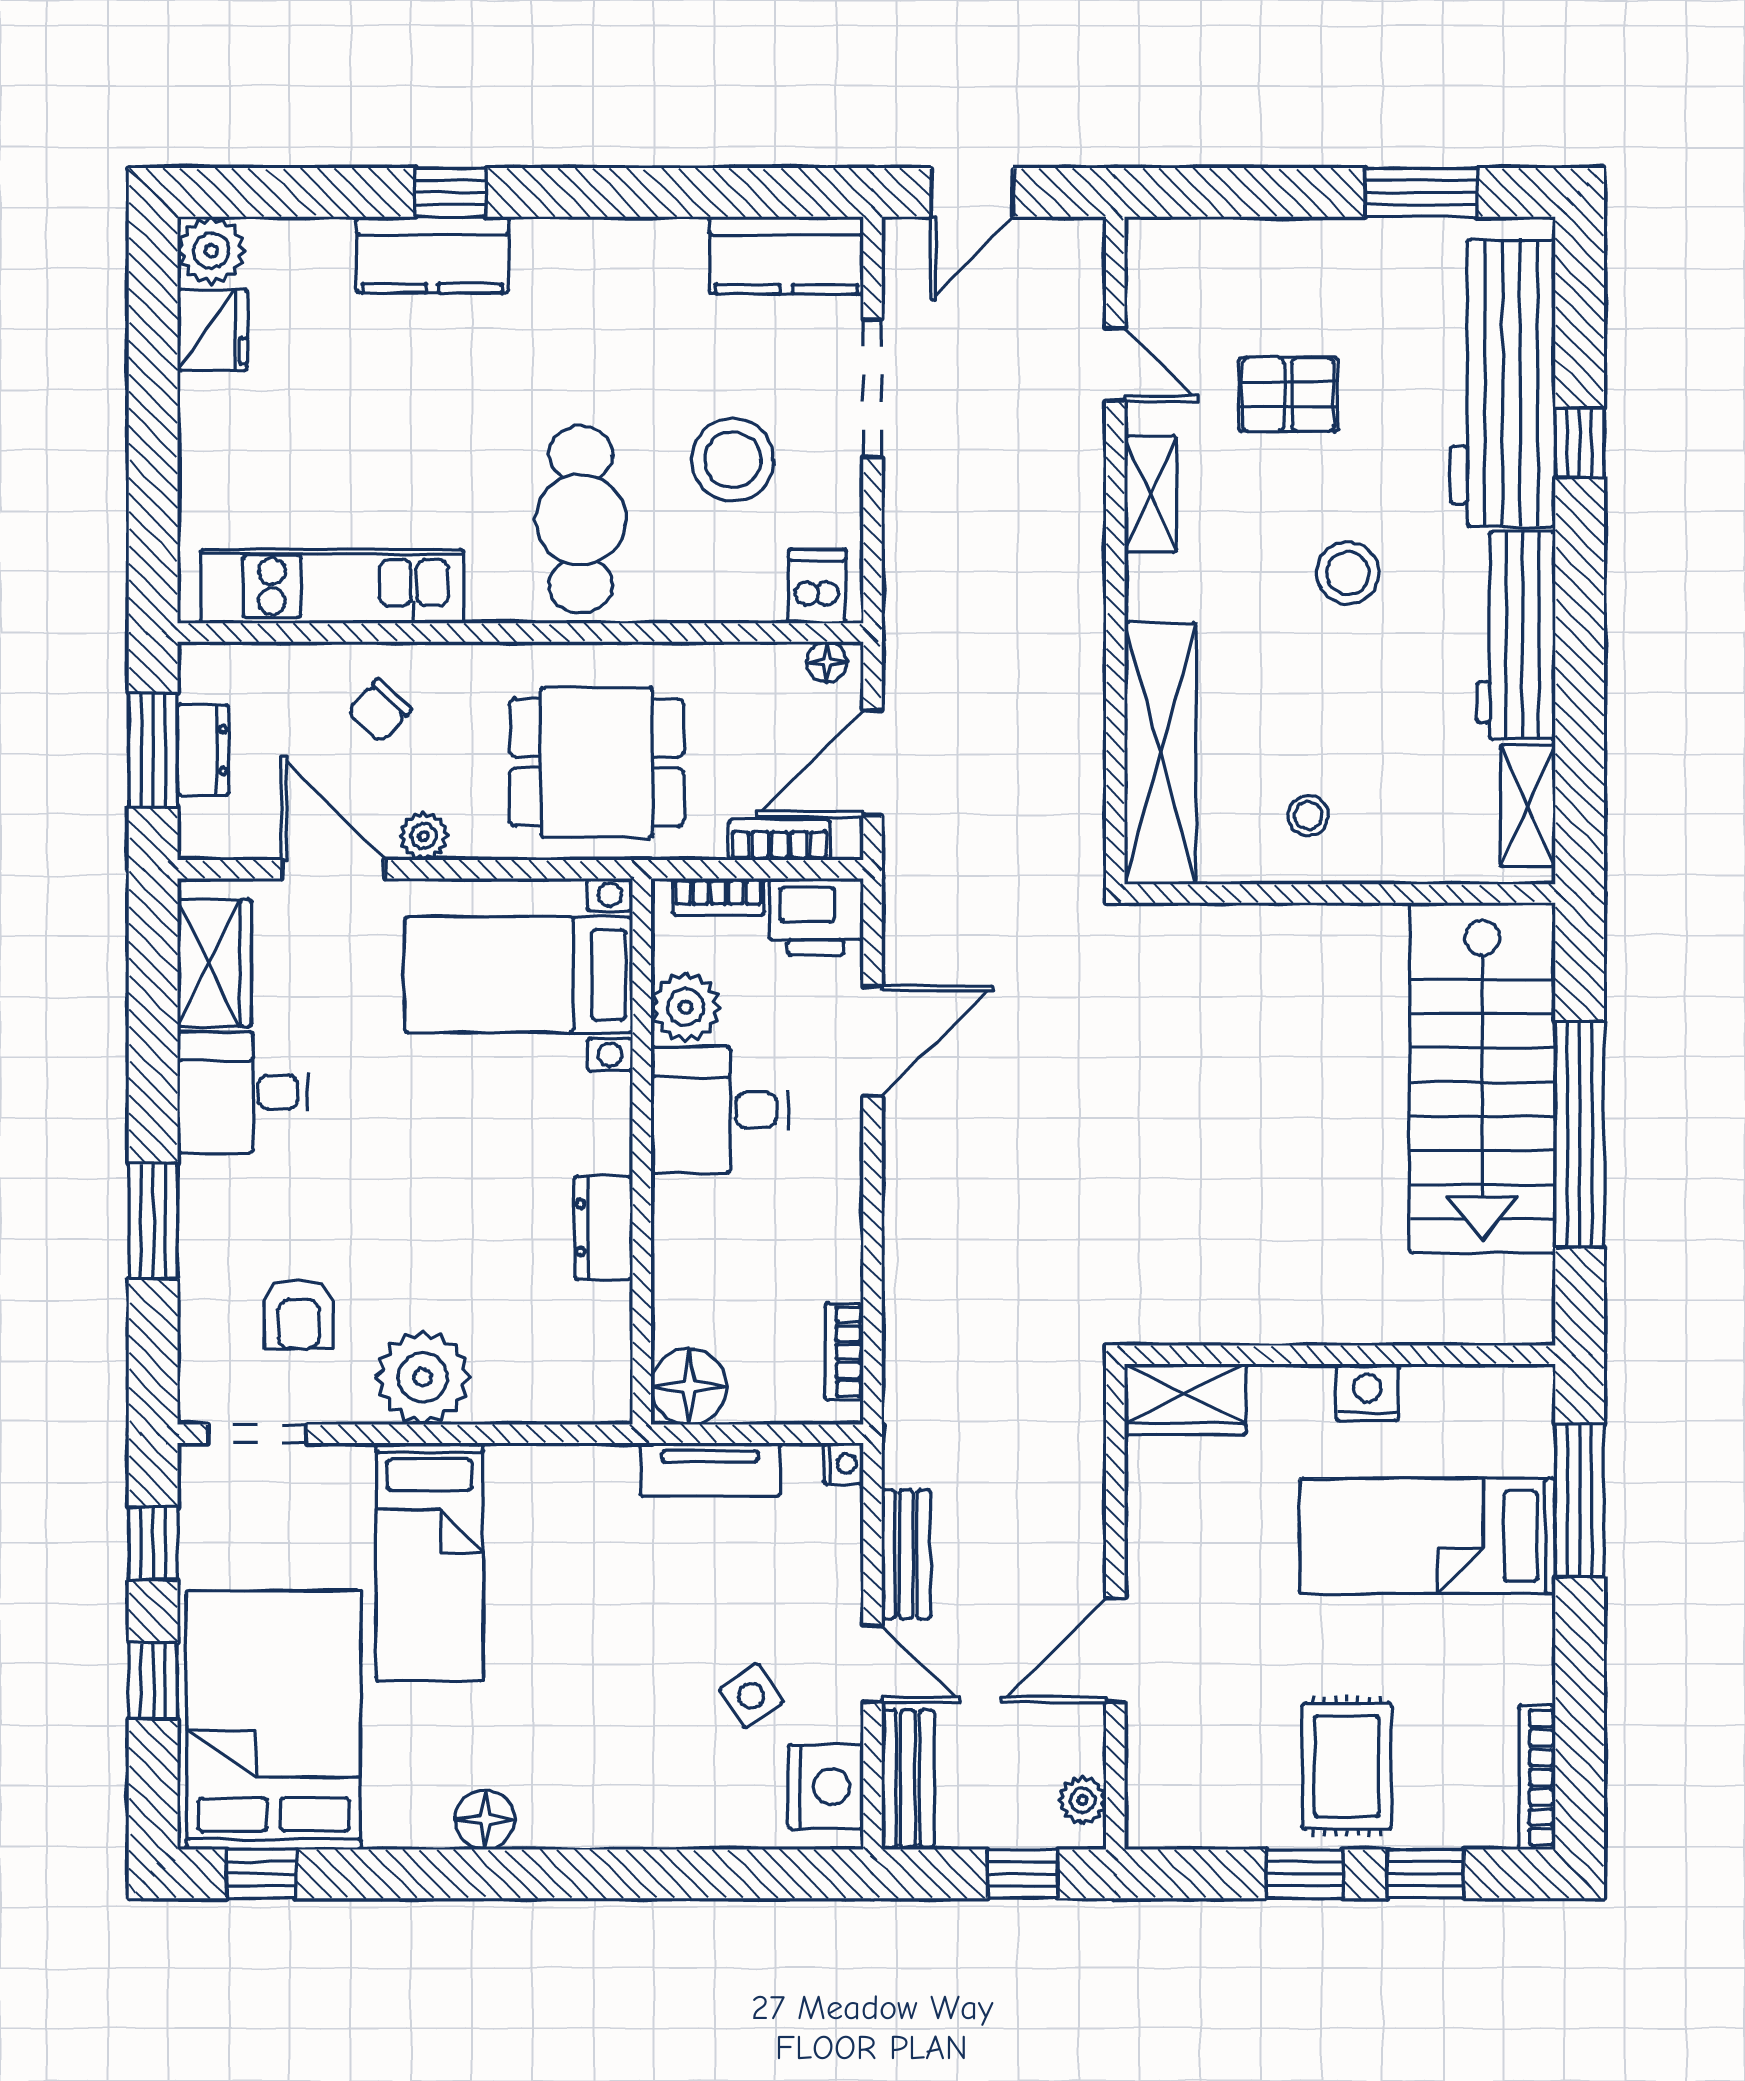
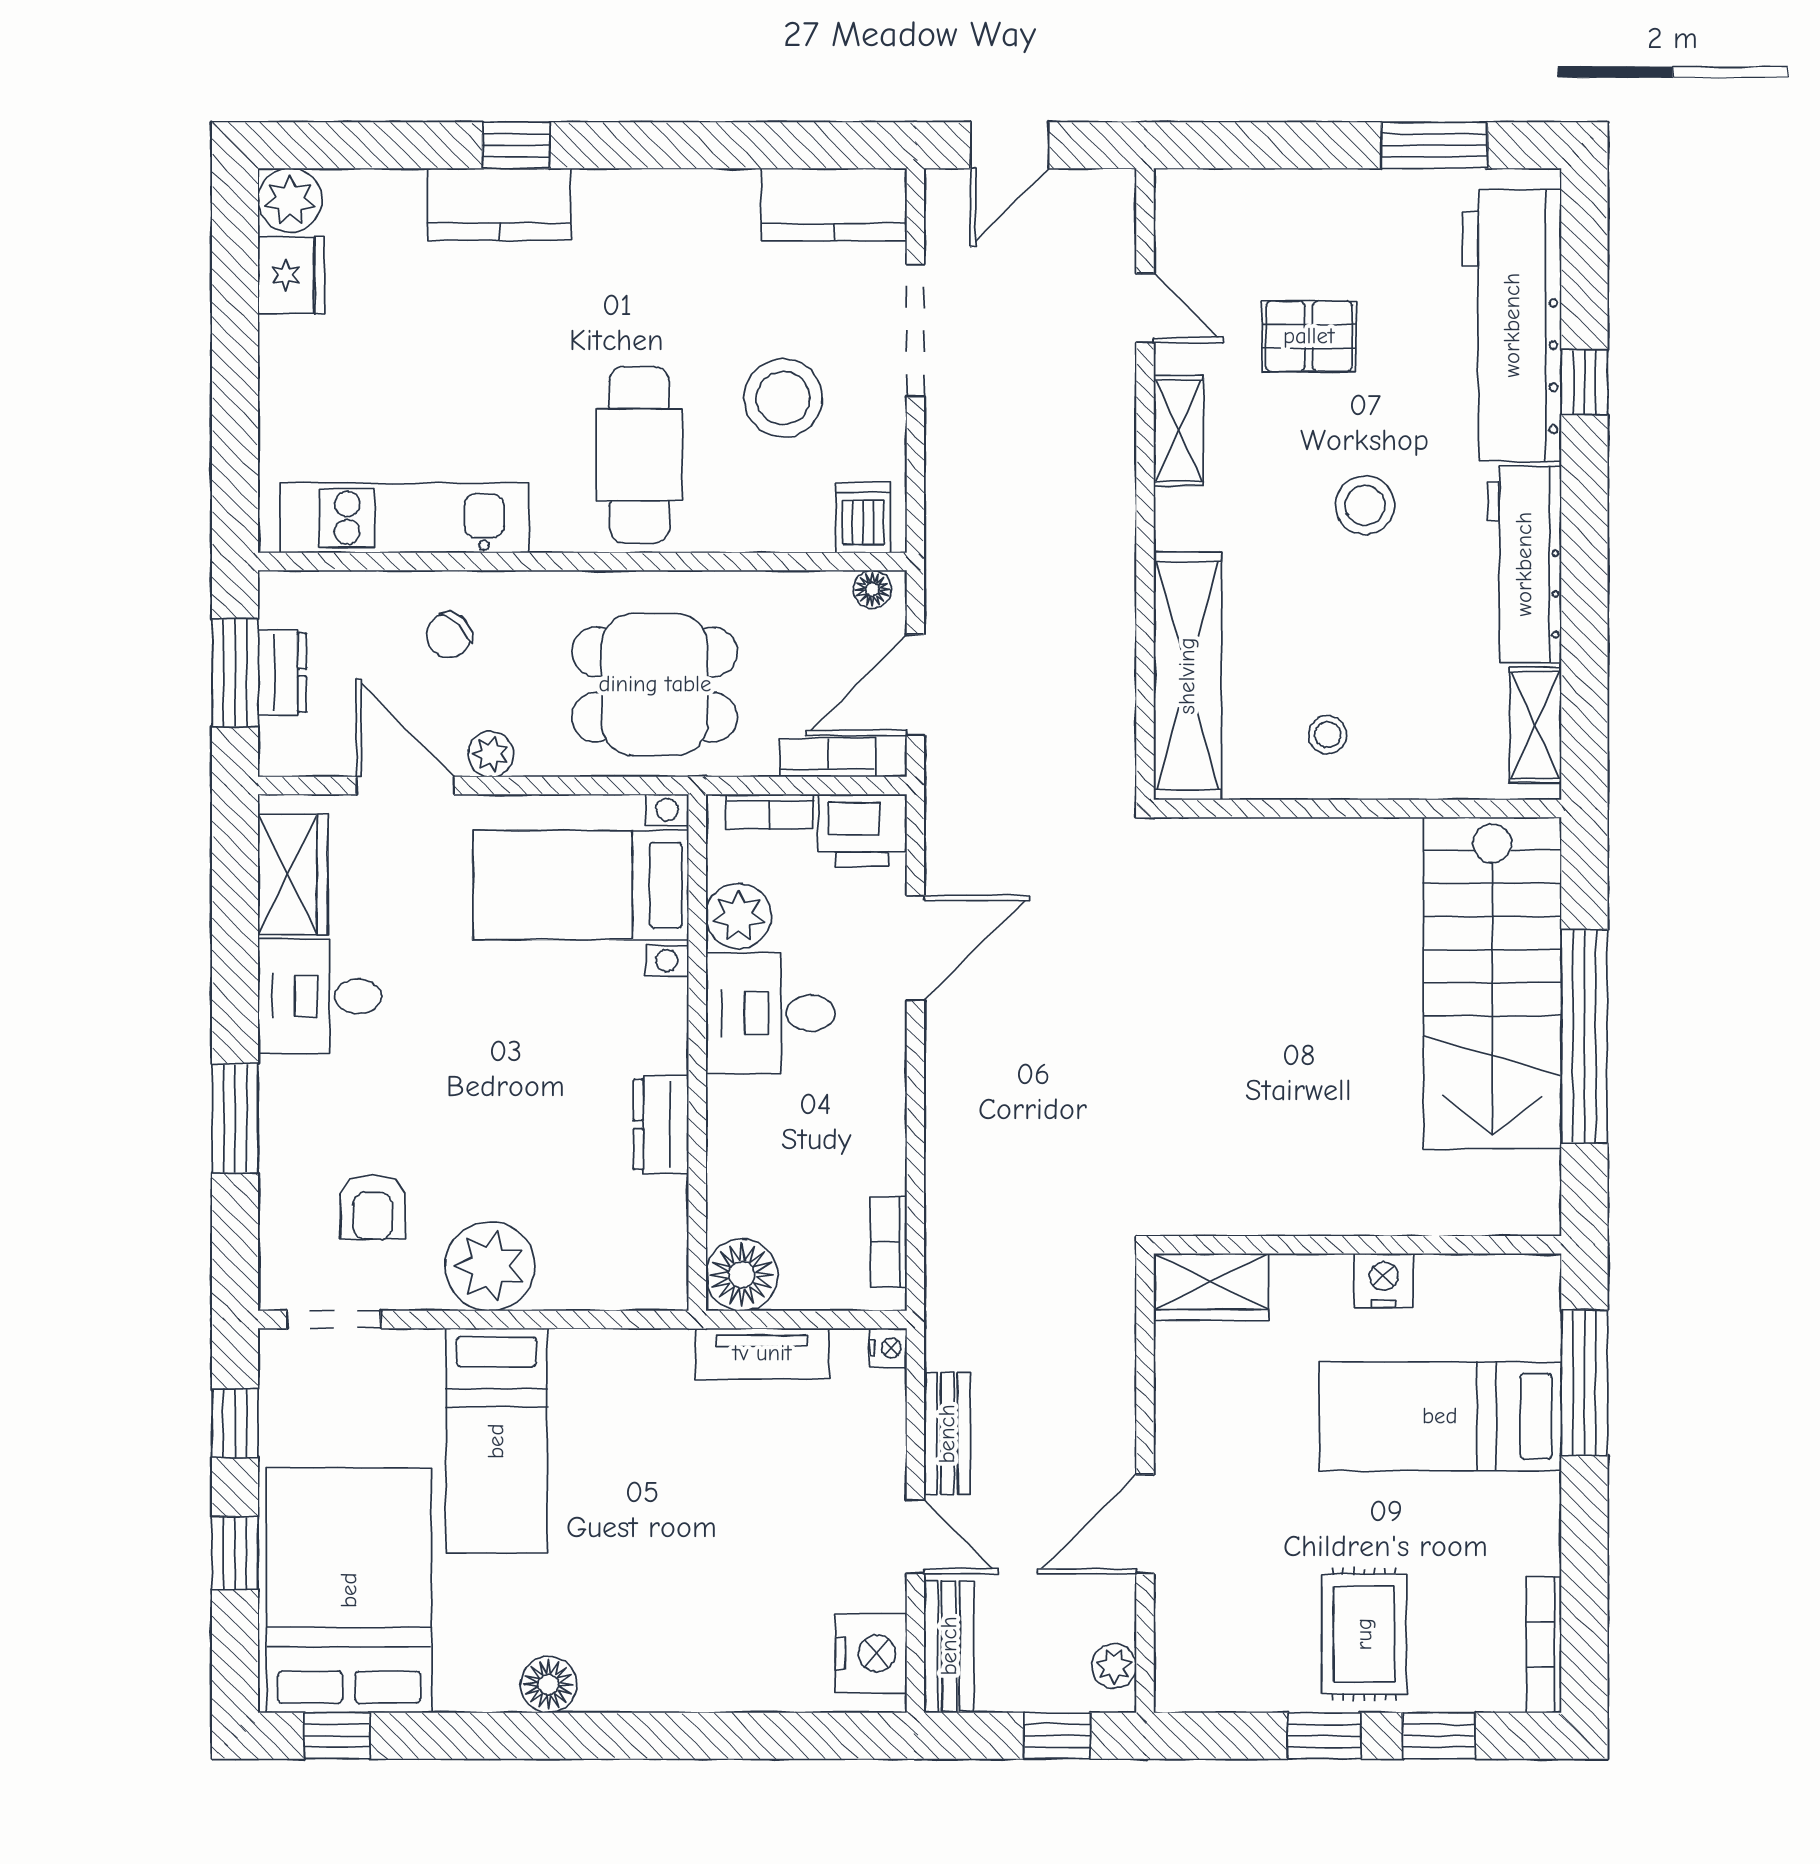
side table: (751, 1696) -> (801, 1567), removed

